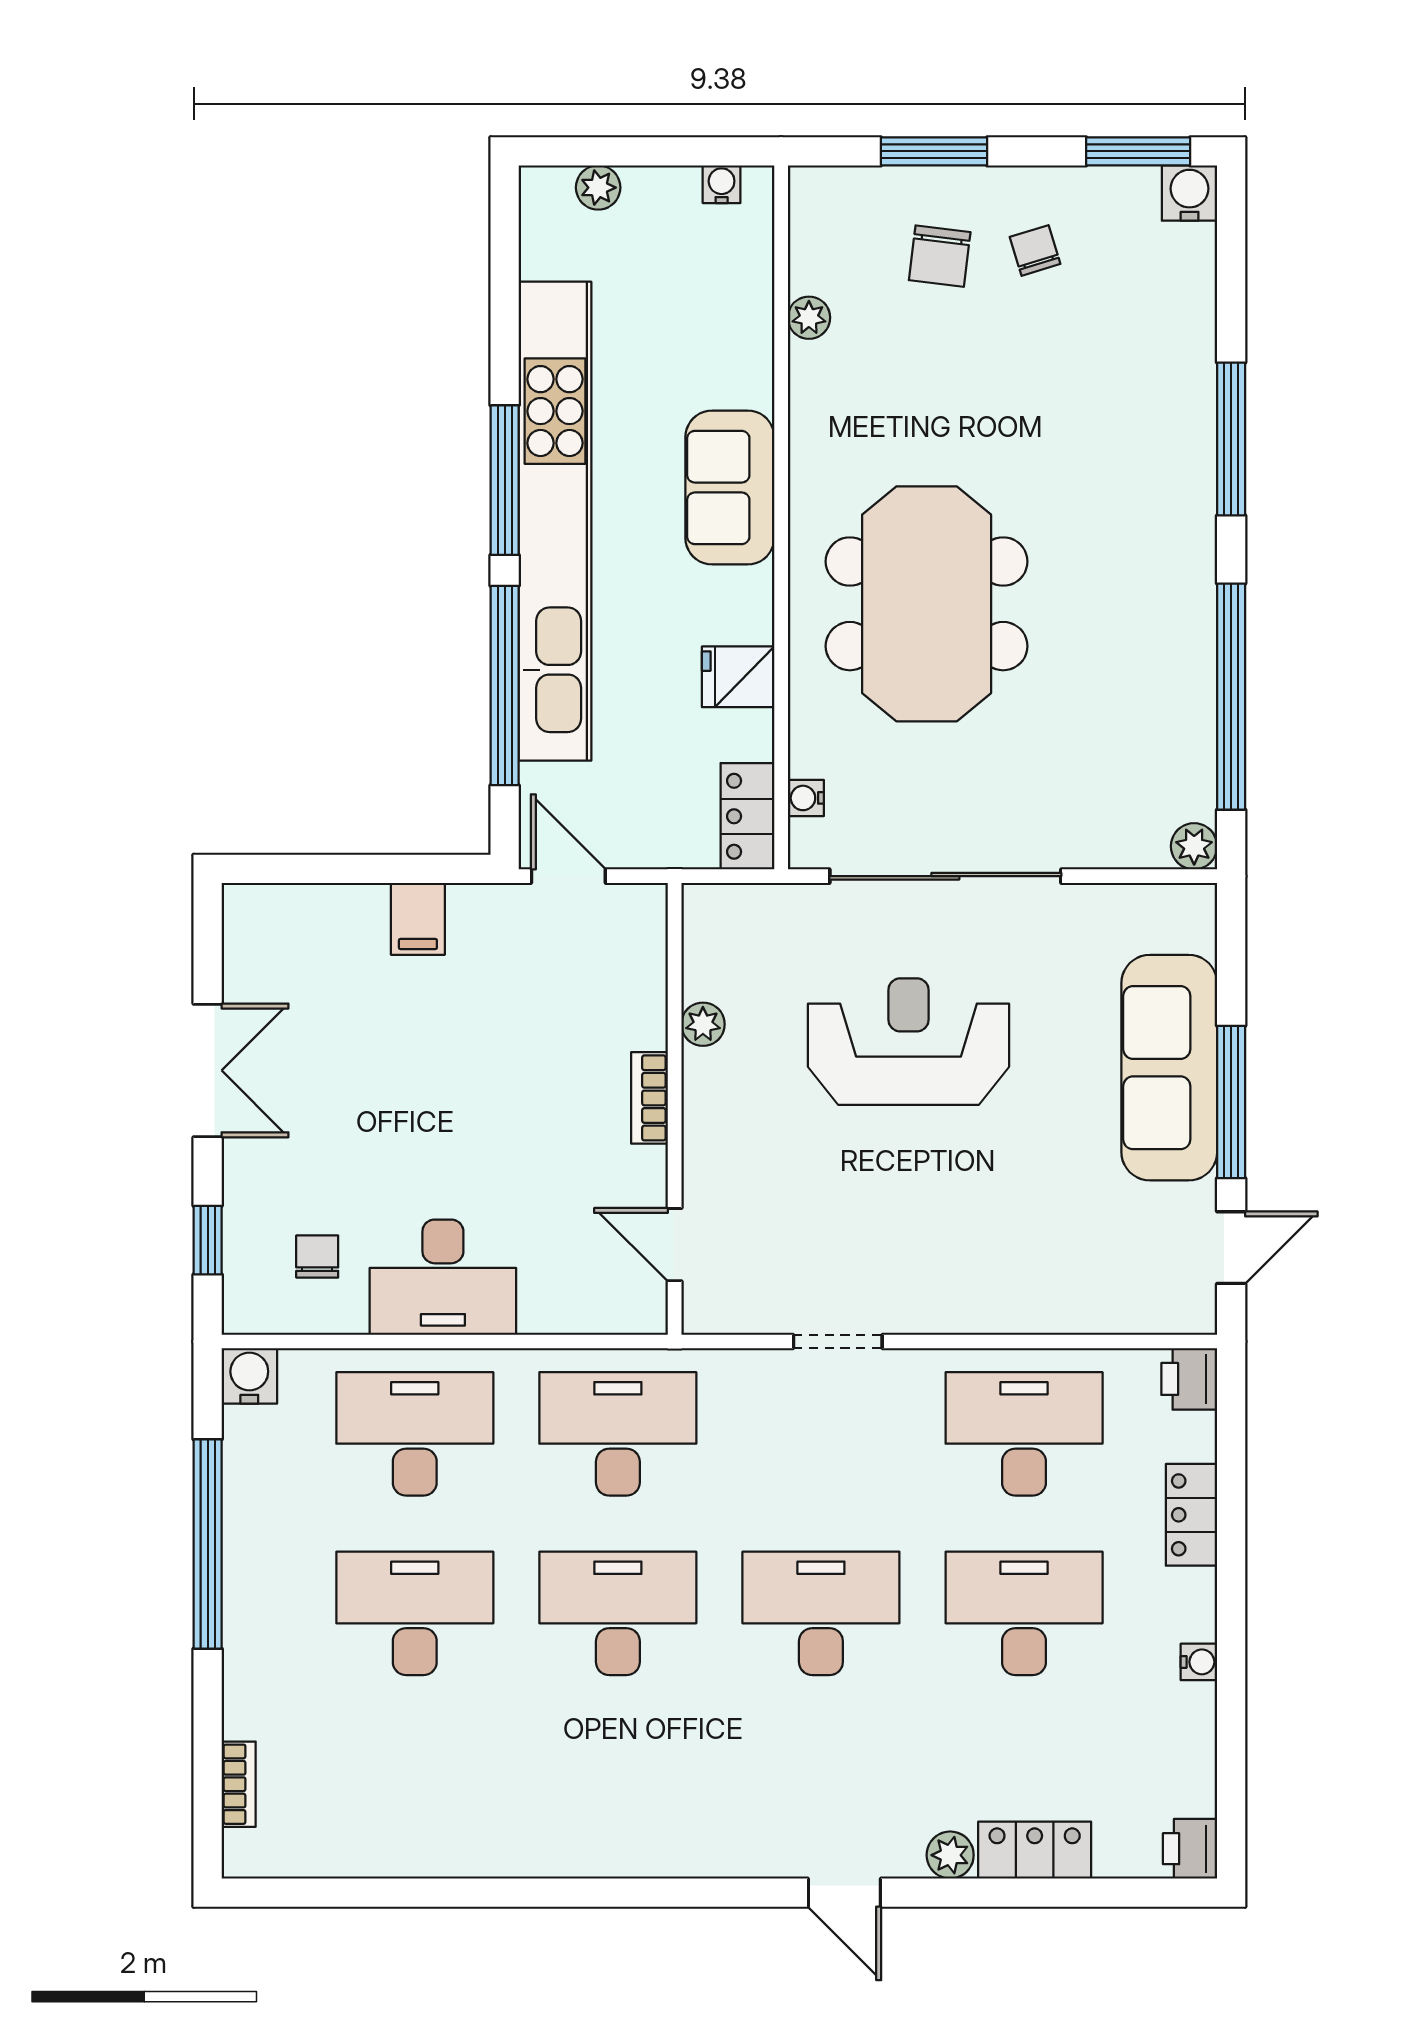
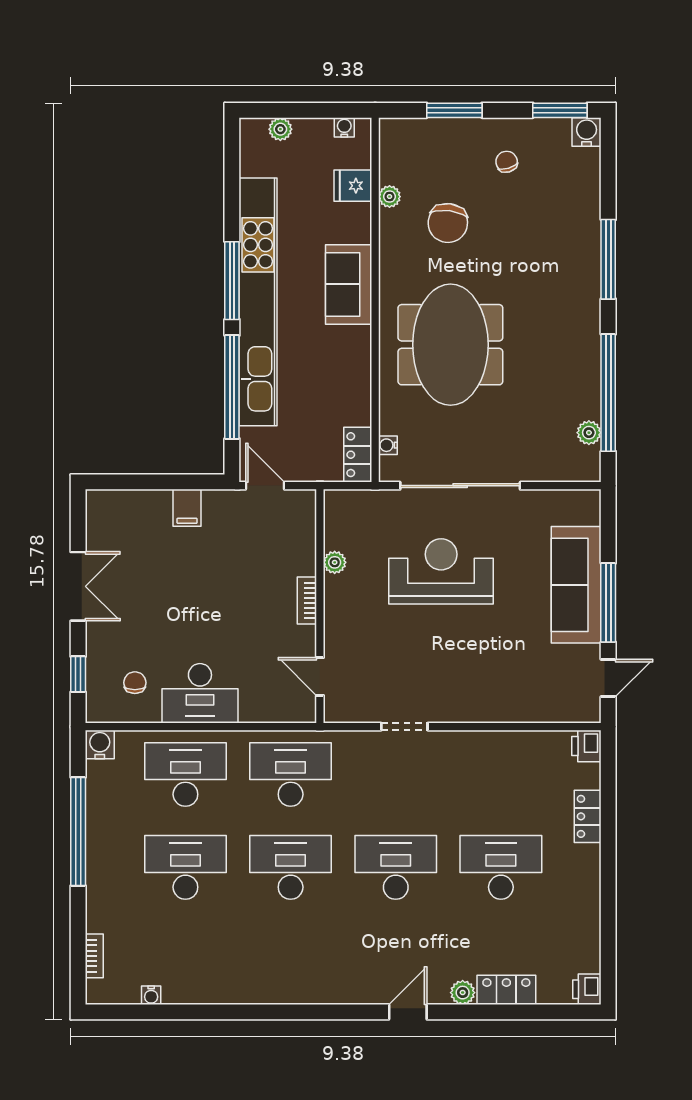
chair: (940, 256) -> (448, 223), moved, width x1.37, depth x1.37
fridge: (738, 677) -> (353, 186), moved
plant: (1194, 846) -> (589, 433), moved
desk: (1024, 1434) -> (501, 774), removed
water cooler: (1199, 1662) -> (151, 995), moved, turned 90
door: (844, 1893) -> (408, 1012), swing flipped

